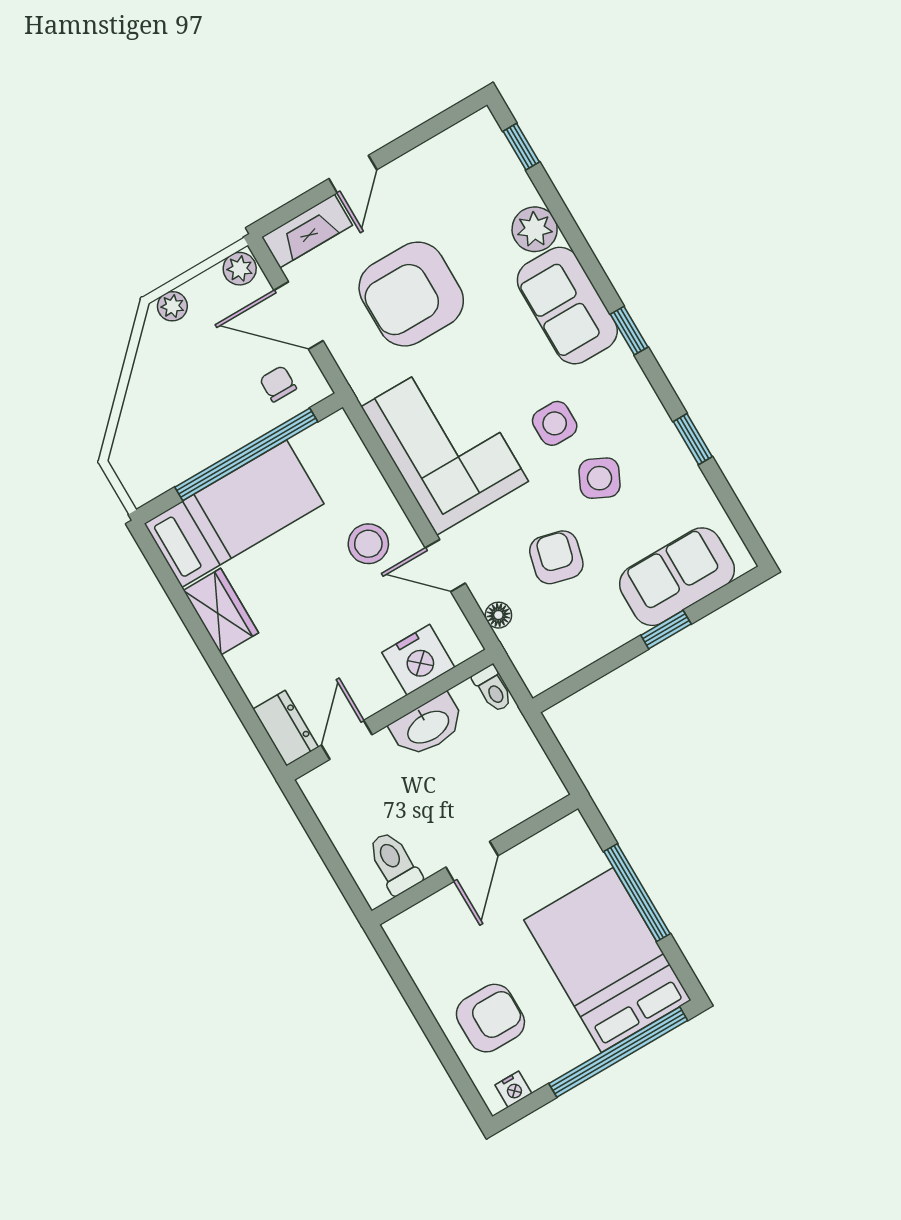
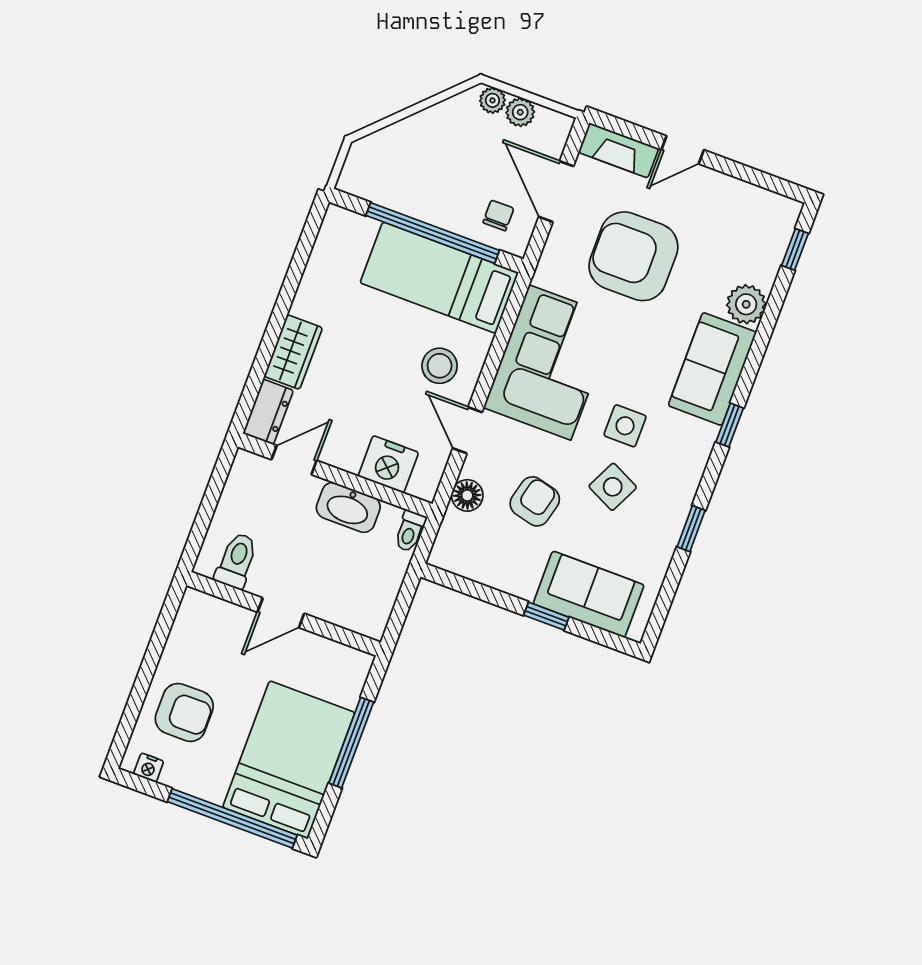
plant: (240, 269) -> (520, 112), moved
bed: (234, 514) -> (439, 278), moved, turned 180
wardrobe: (221, 612) -> (293, 352), moved
floor lamp: (498, 615) -> (467, 495), width x1.37, depth x1.37

